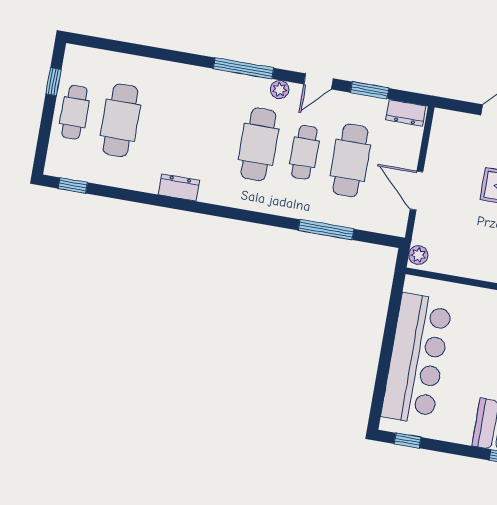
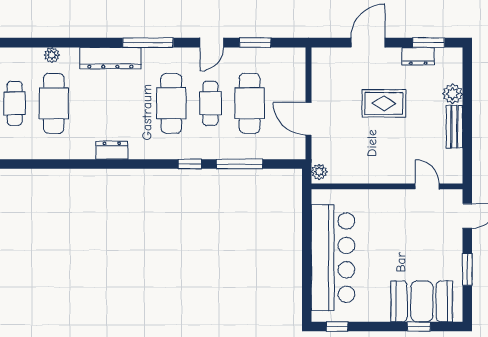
plant: (280, 90) -> (52, 55), moved
dresser: (406, 113) -> (110, 58), moved, width x1.96, depth x1.24
window: (73, 185) -> (190, 164), moved

